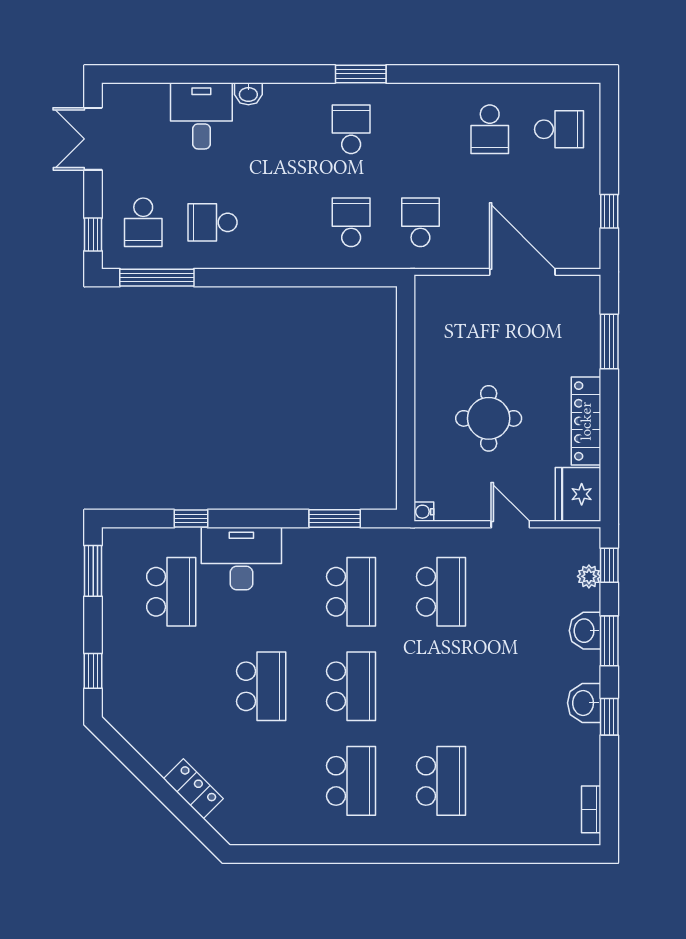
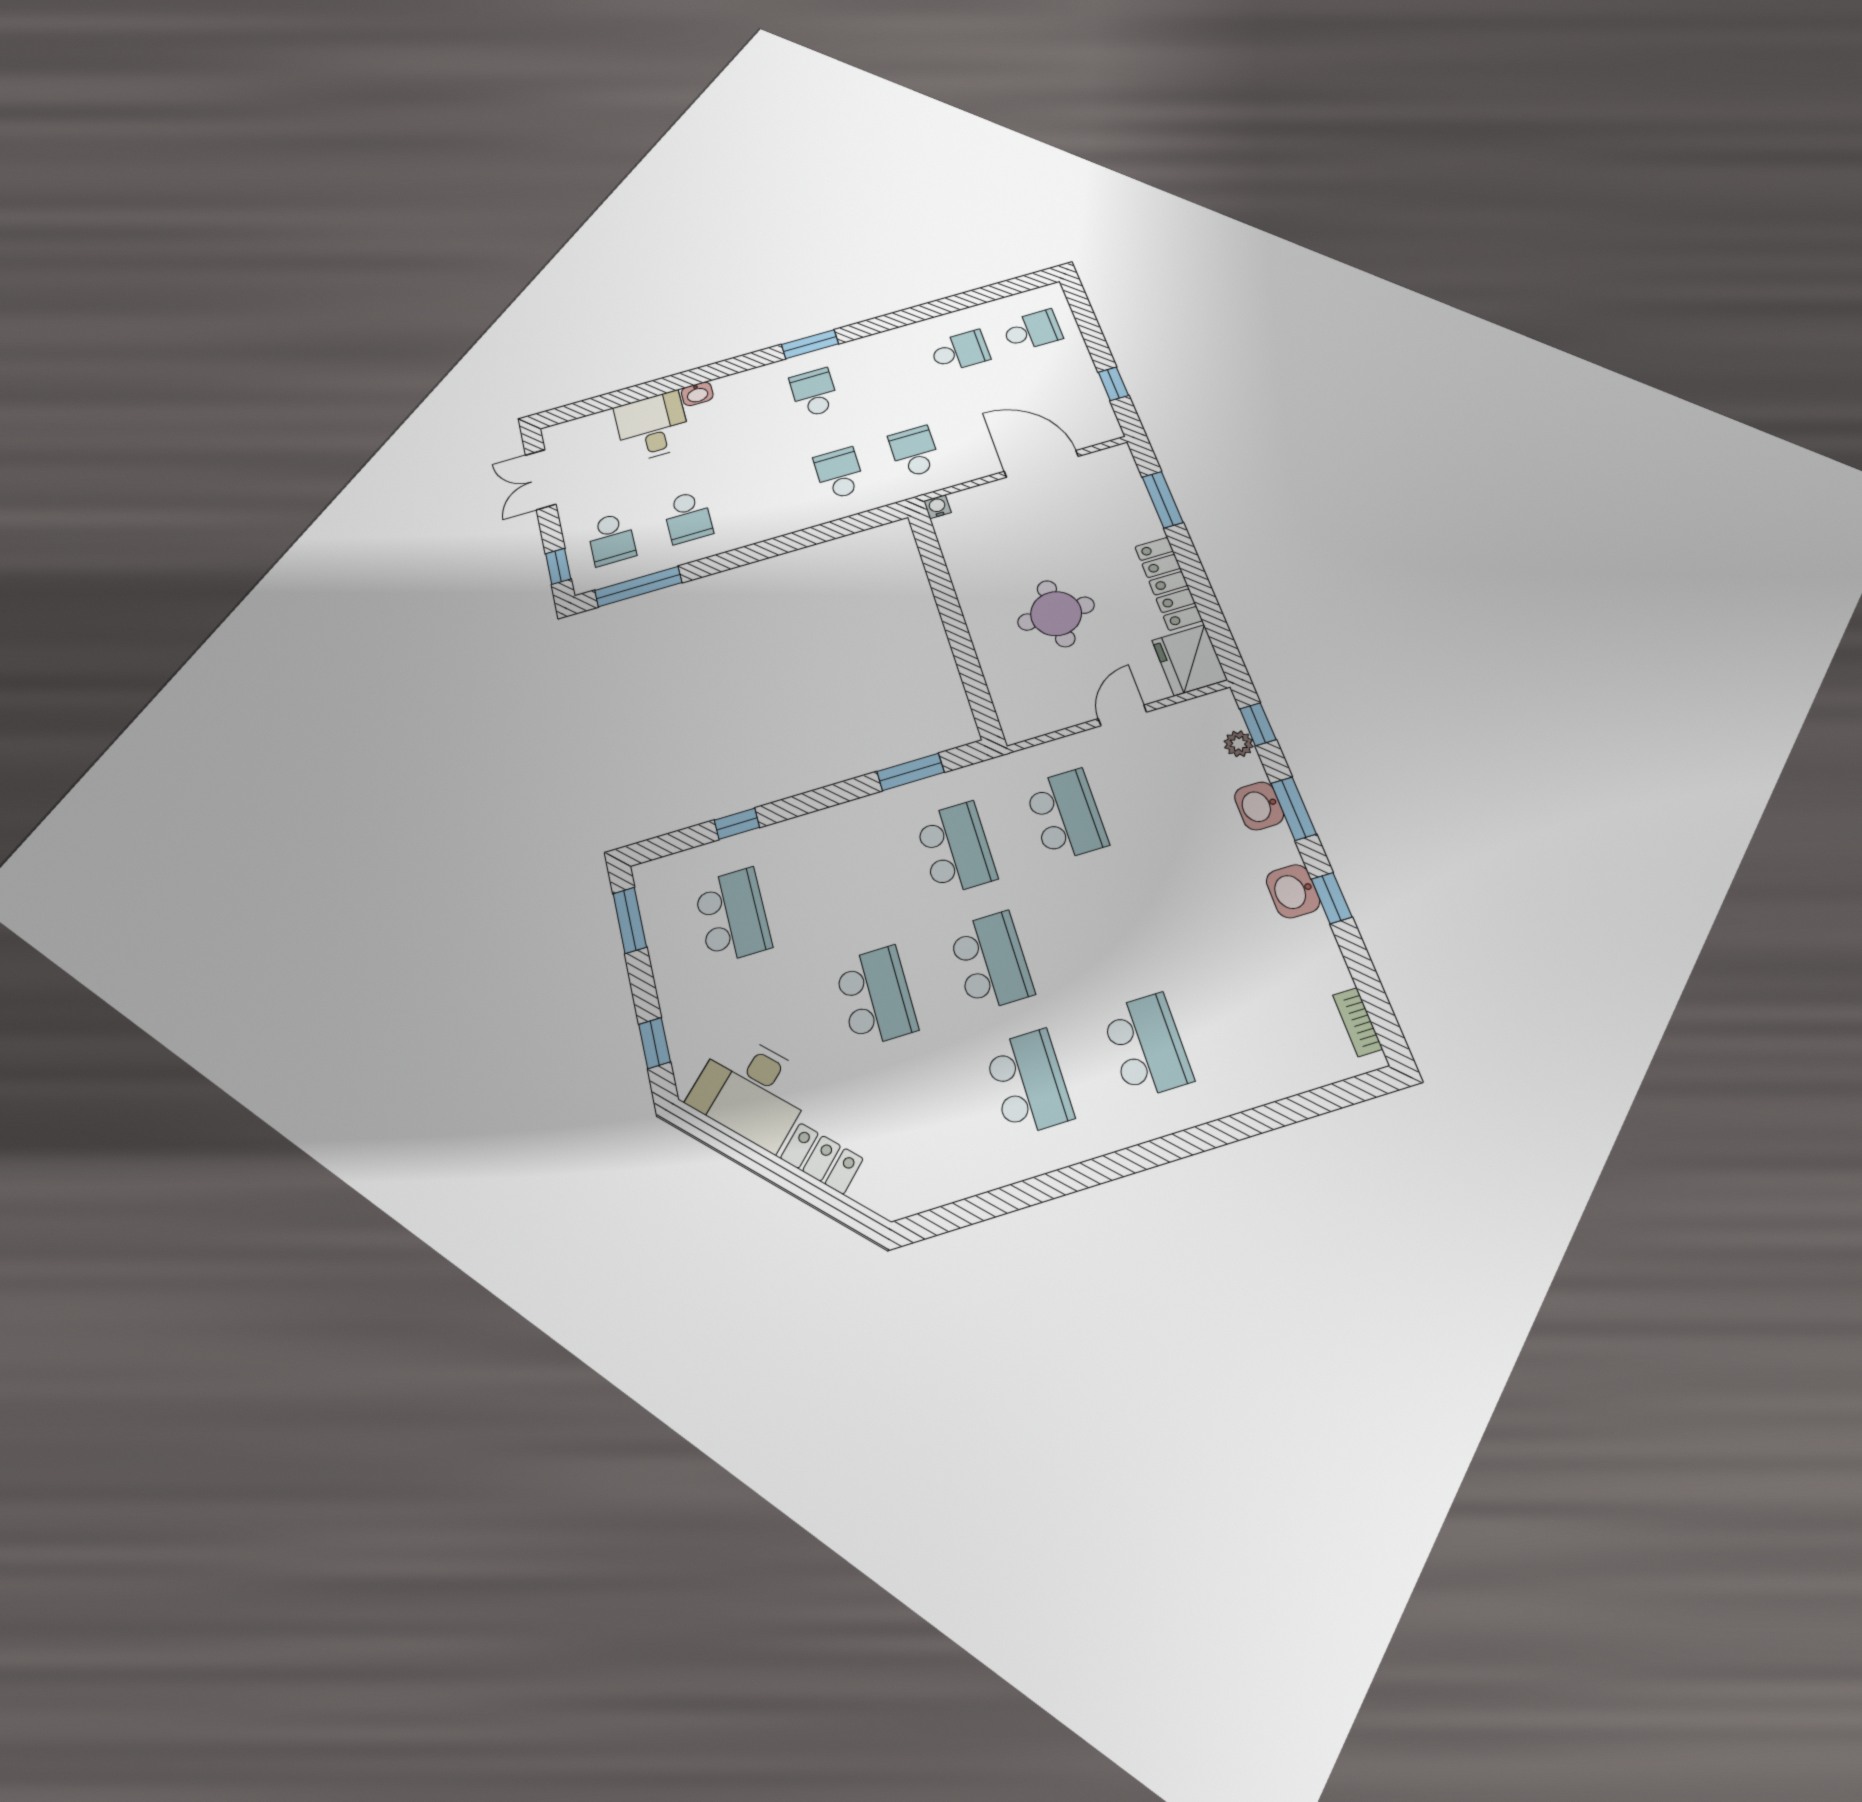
school desk: (490, 129) -> (960, 351), turned -90
school desk: (213, 222) -> (688, 517), turned -90
water cooler: (424, 512) -> (937, 507), moved, turned 90
door: (510, 524) -> (1122, 715), hinge flipped
desk: (241, 559) -> (752, 1090), moved, turned -135

